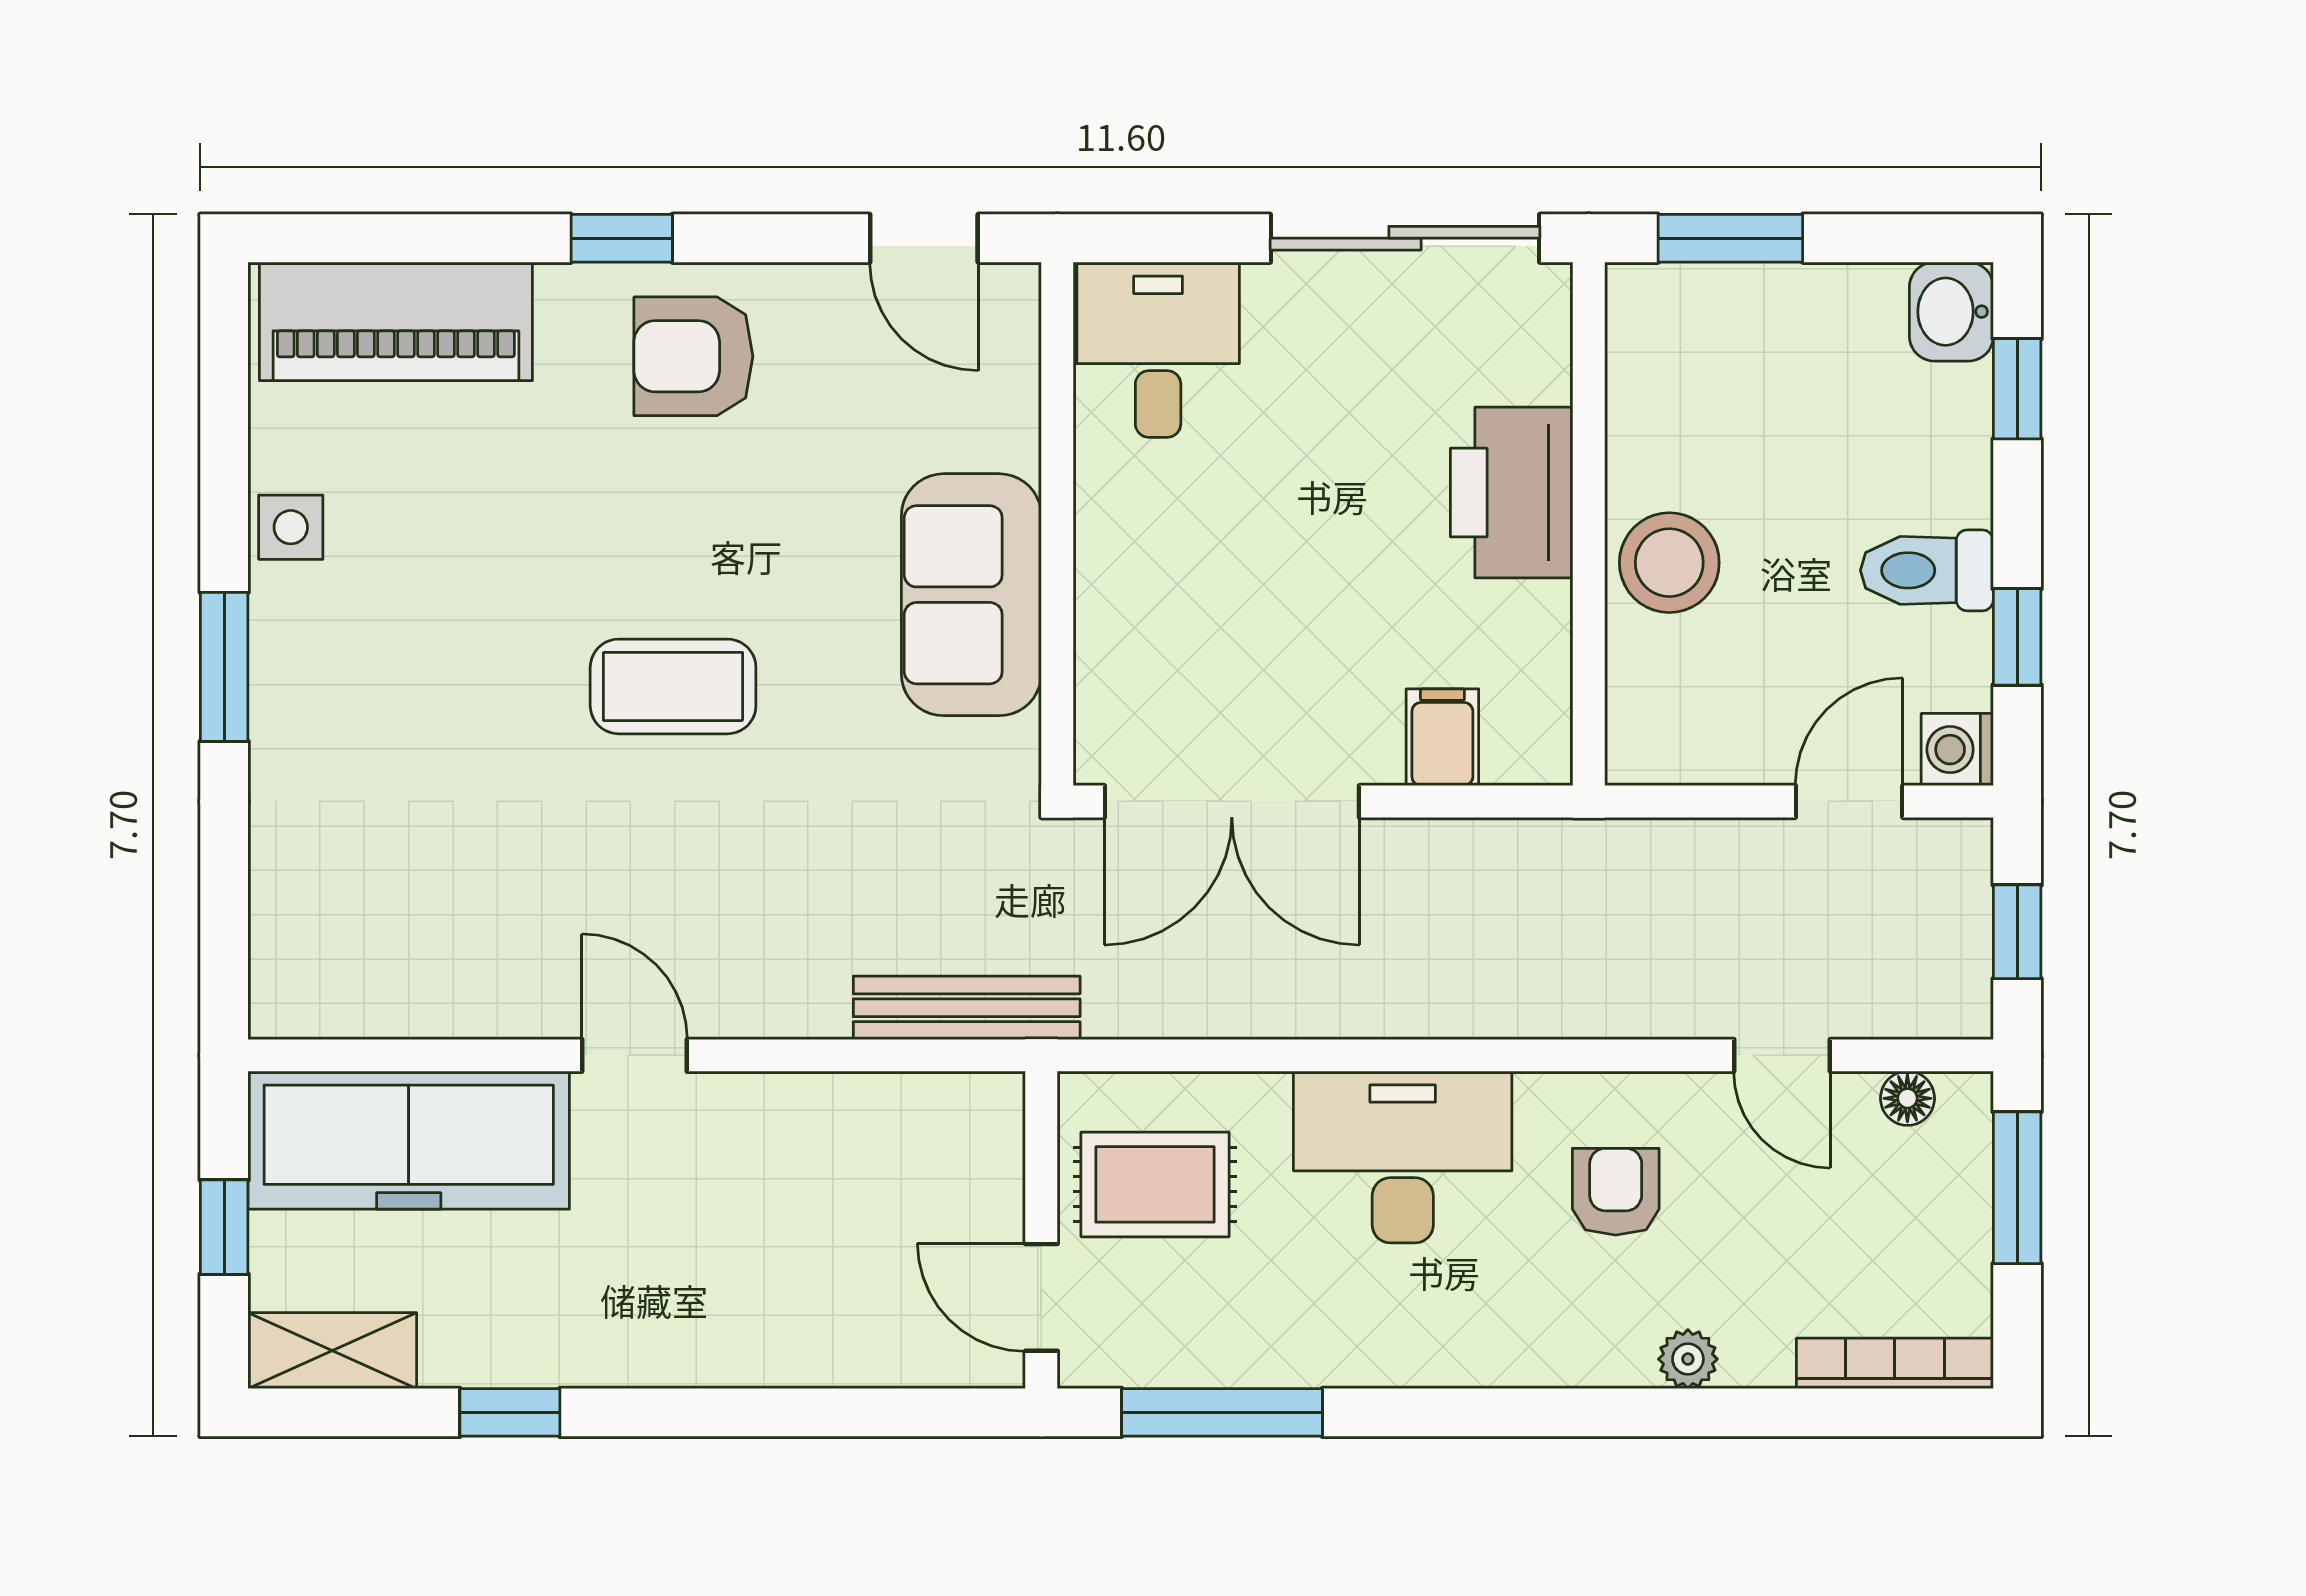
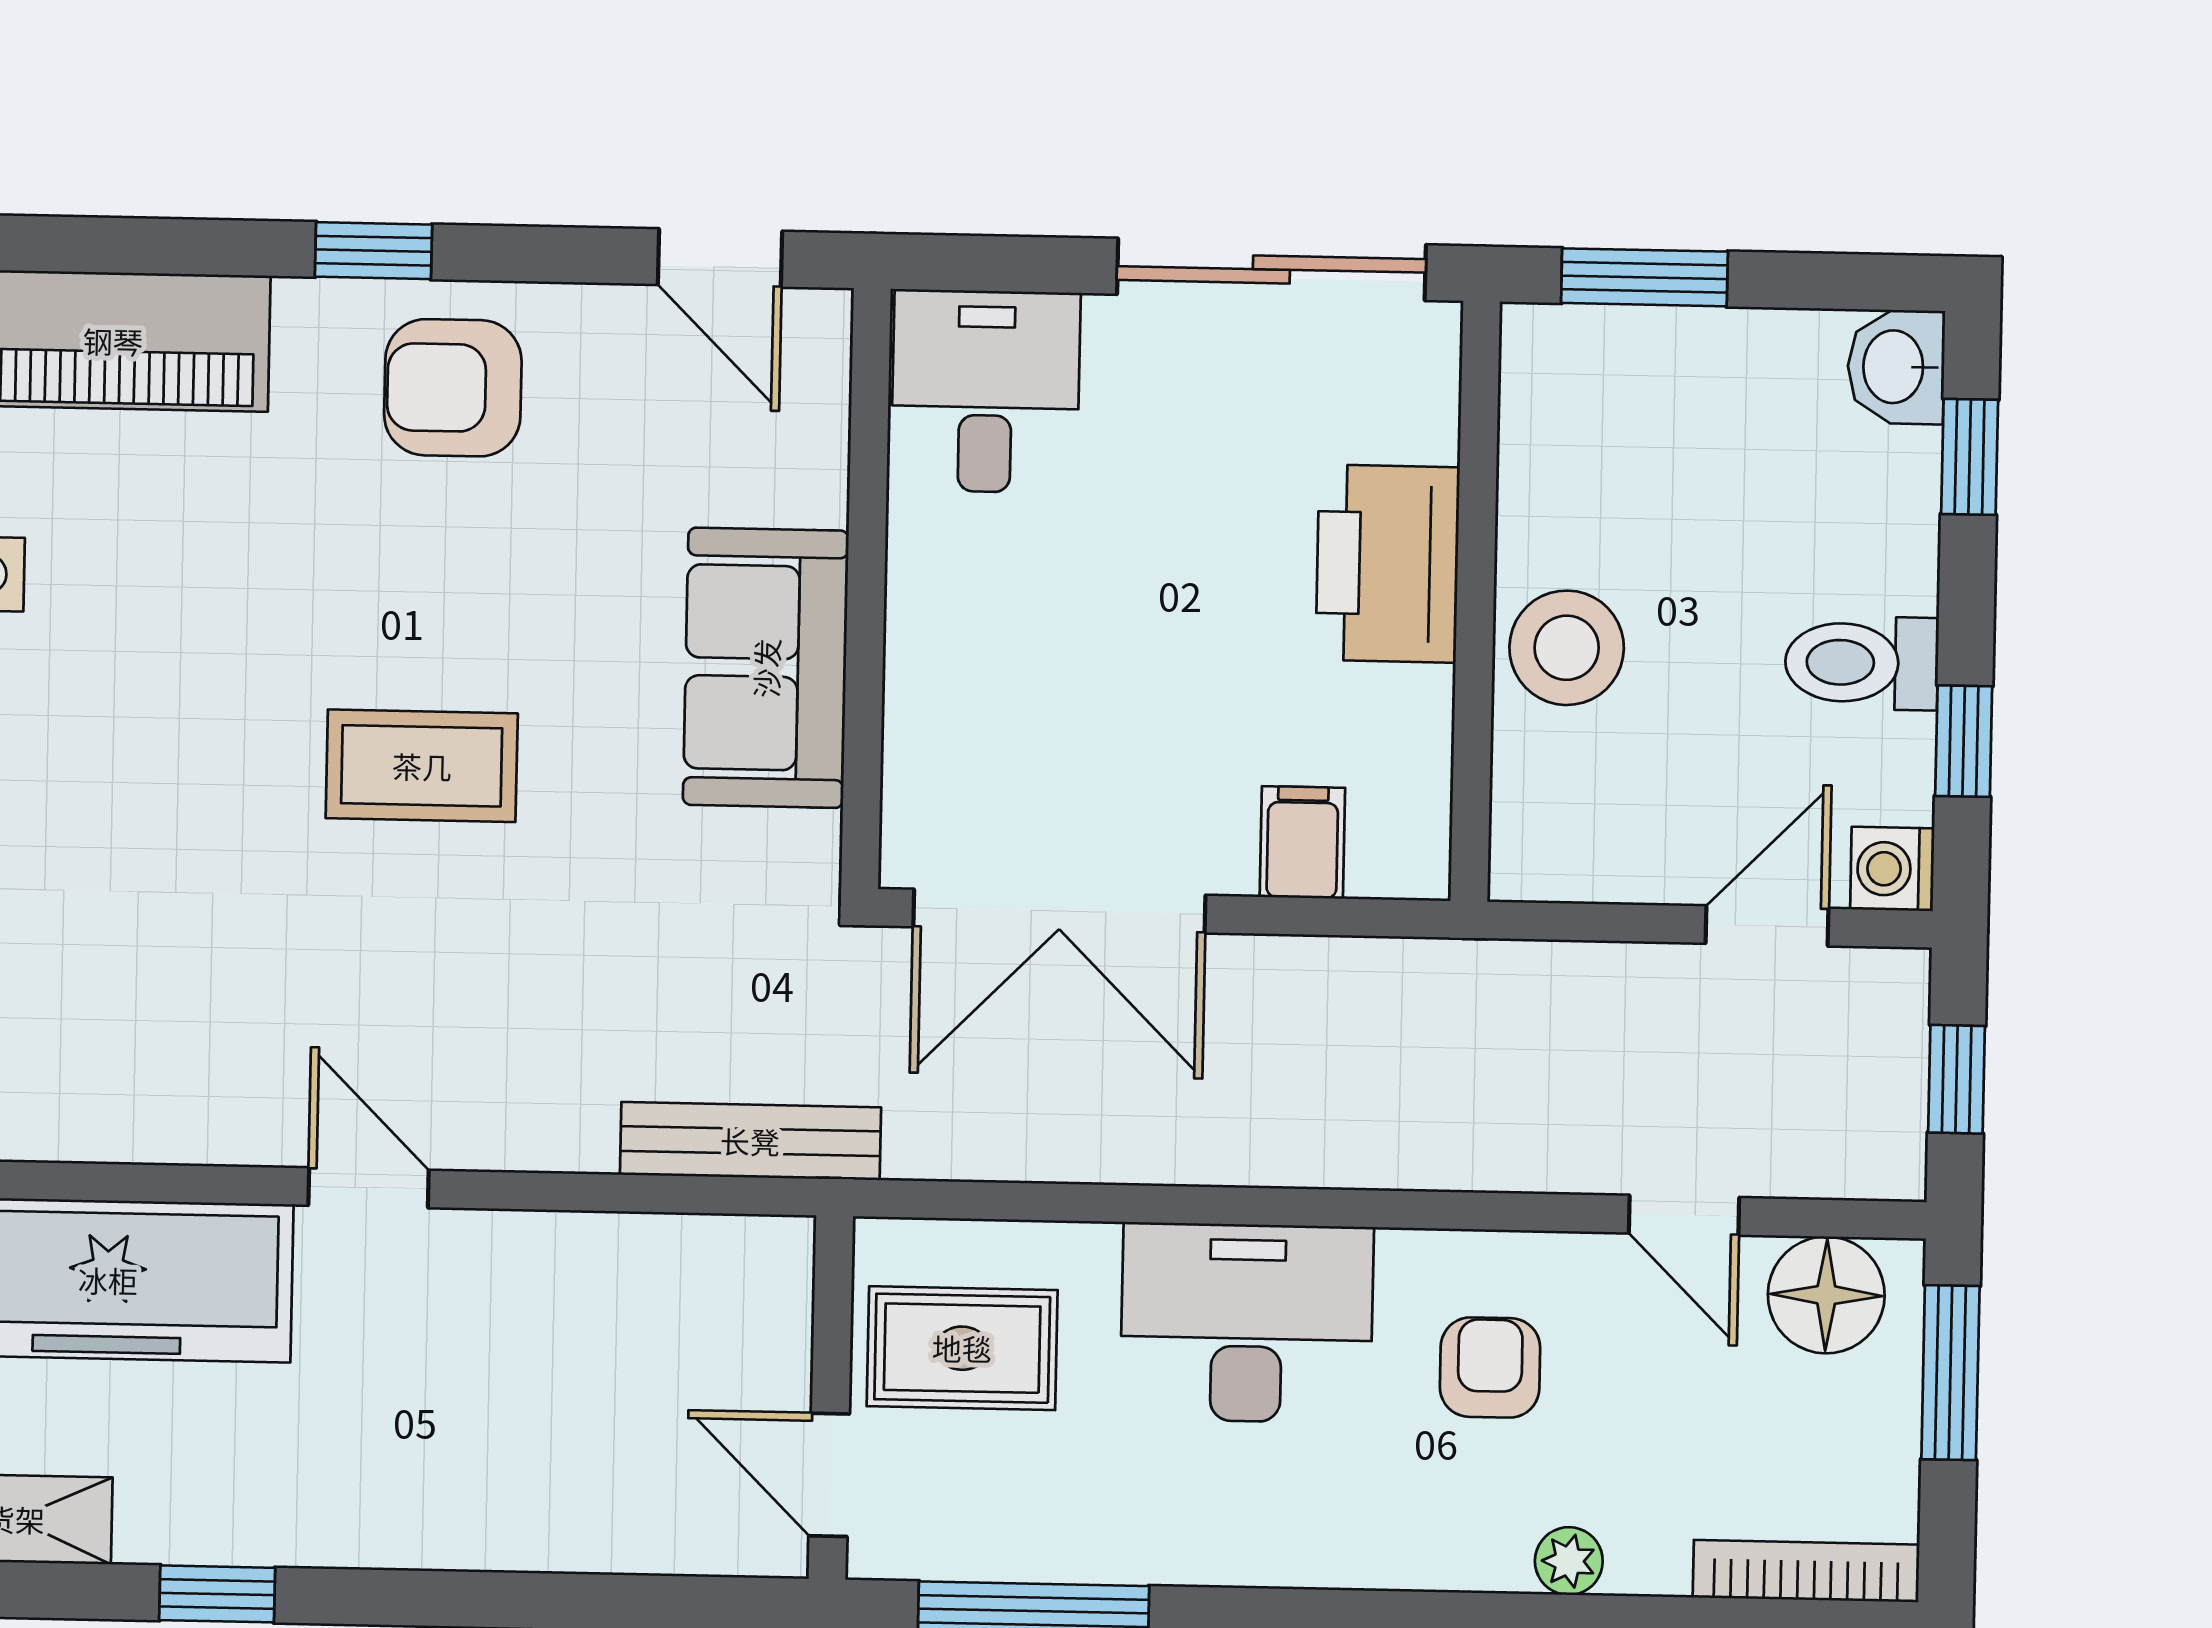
floor lamp: (1907, 1098) -> (1826, 1295), width x1.89, depth x1.89

